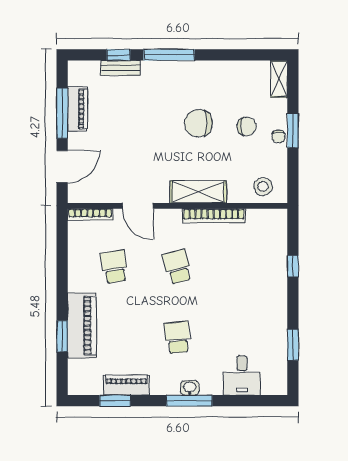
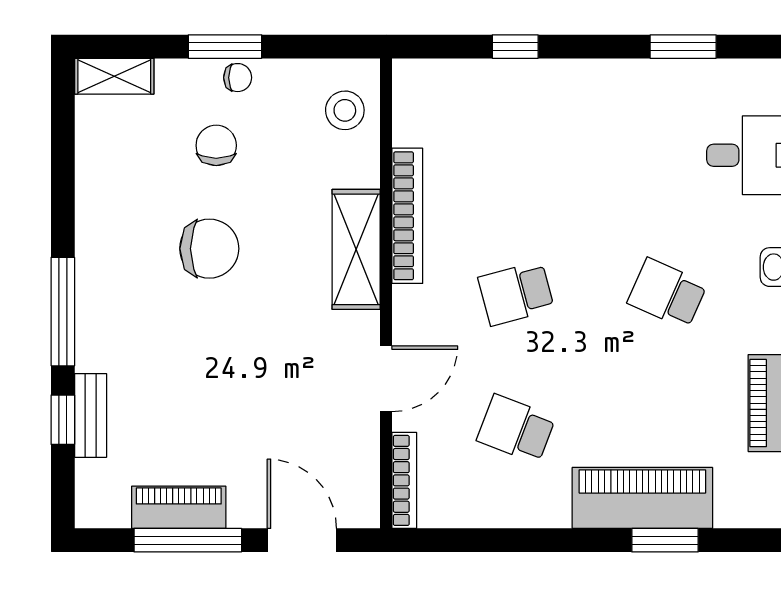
chair: (198, 123) -> (209, 249), turned -90
school desk: (114, 267) -> (516, 429), turned 30
school desk: (178, 337) -> (667, 293), turned 30

